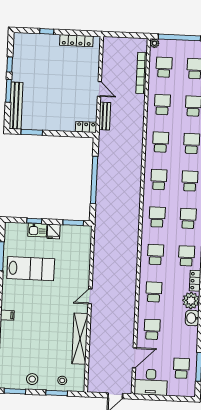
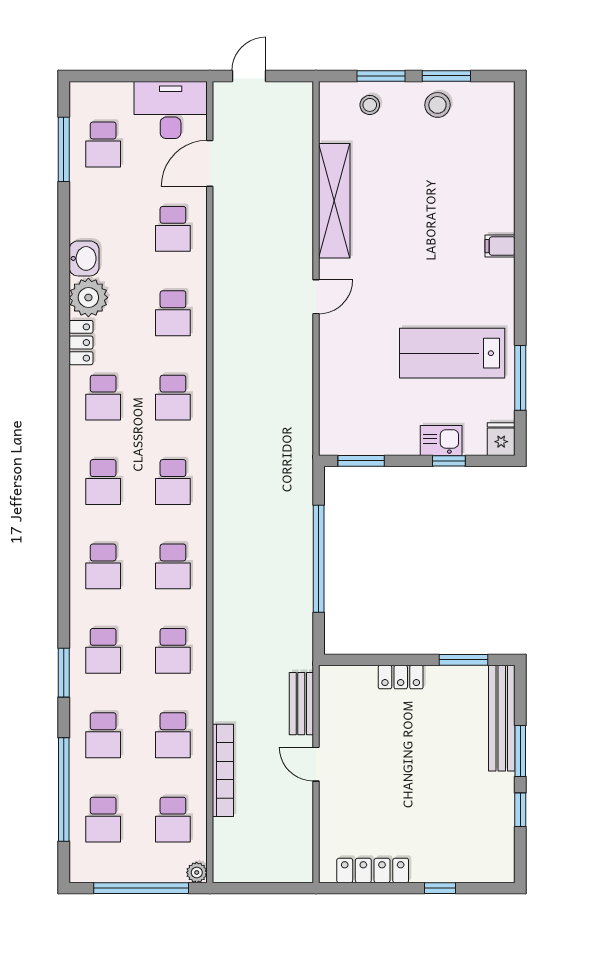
bookcase: (142, 73) -> (223, 770), moved
locker: (86, 127) -> (401, 677), moved
fridge: (54, 231) -> (501, 439), moved
window: (15, 391) -> (446, 76), moved

